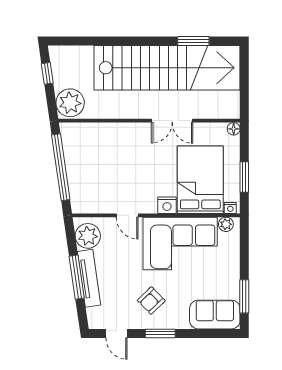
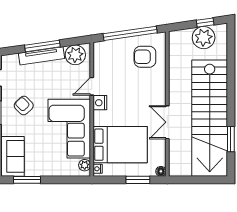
plant: (70, 103) -> (204, 38), moved
armchair: (90, 149) -> (145, 57), added
window: (244, 177) -> (138, 180), moved
nightstand: (167, 205) -> (100, 103), moved

